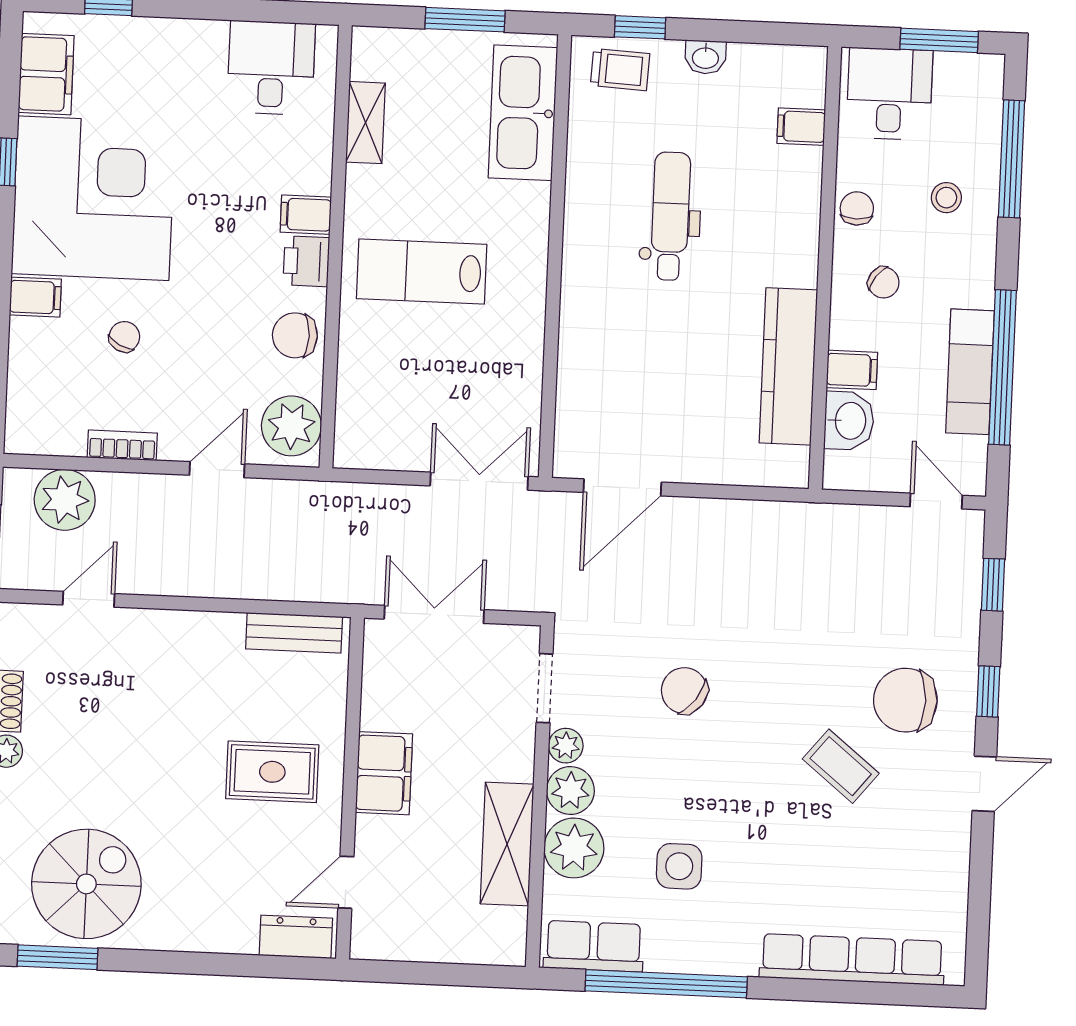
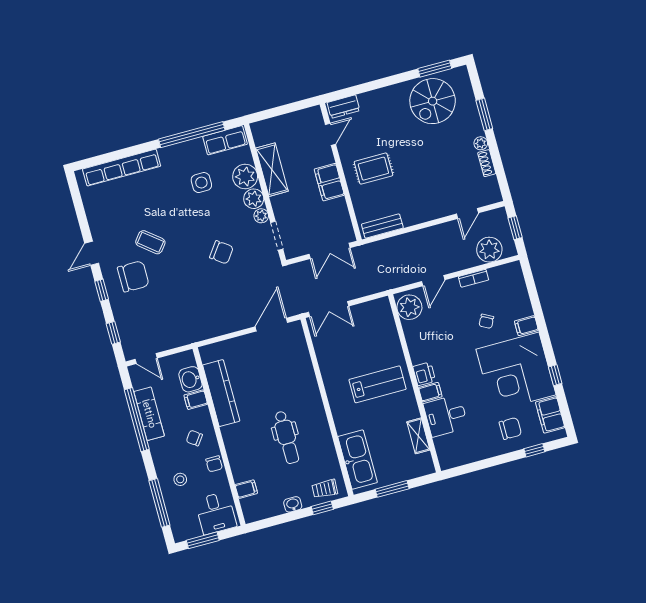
desk: (271, 68) -> (446, 416), moved, turned 90
chair: (295, 335) -> (510, 428), moved

